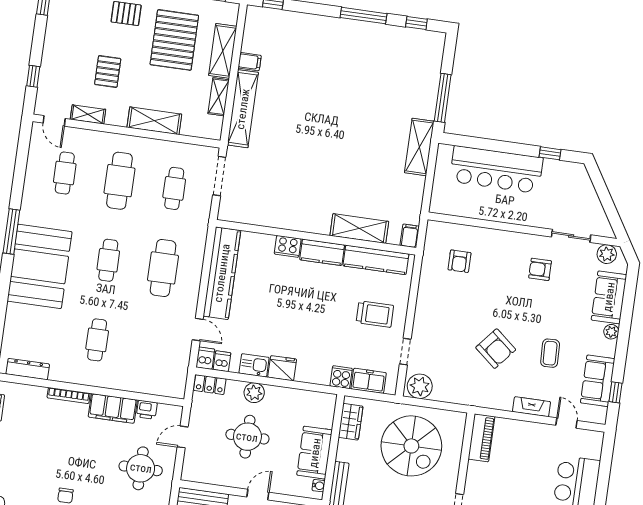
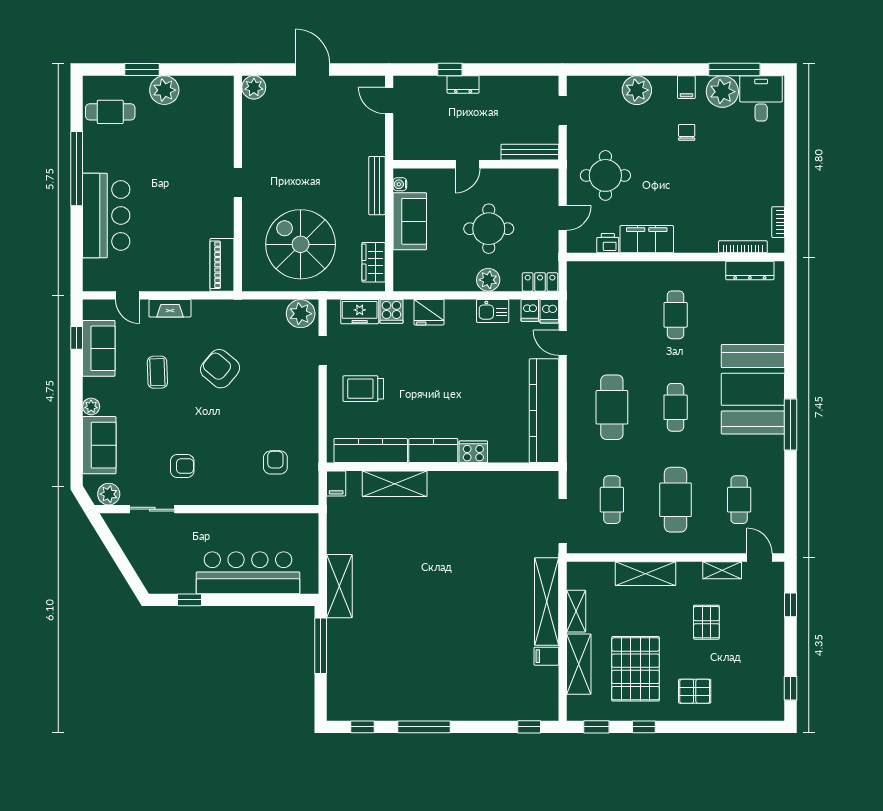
fridge: (282, 368) -> (429, 312), moved
bookcase: (69, 396) -> (743, 247), moved

